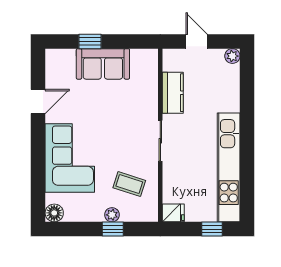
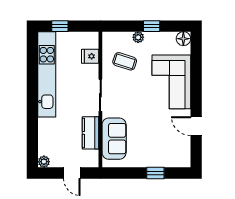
sofa: (103, 64) -> (114, 139), moved, turned 90
door: (38, 101) -> (196, 126), hinge flipped
fridge: (173, 213) -> (90, 56), moved
window: (113, 229) -> (152, 26), moved

